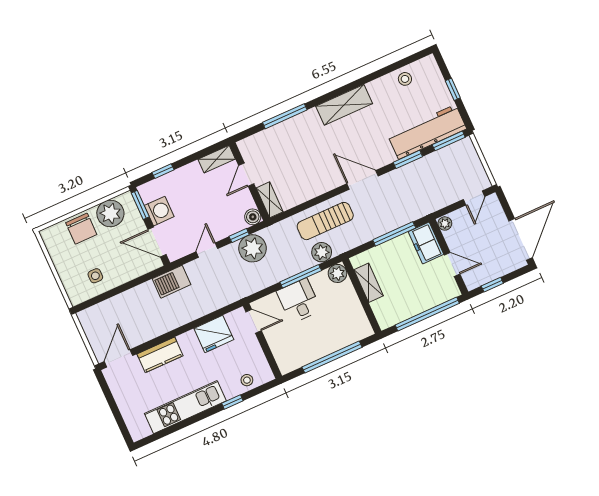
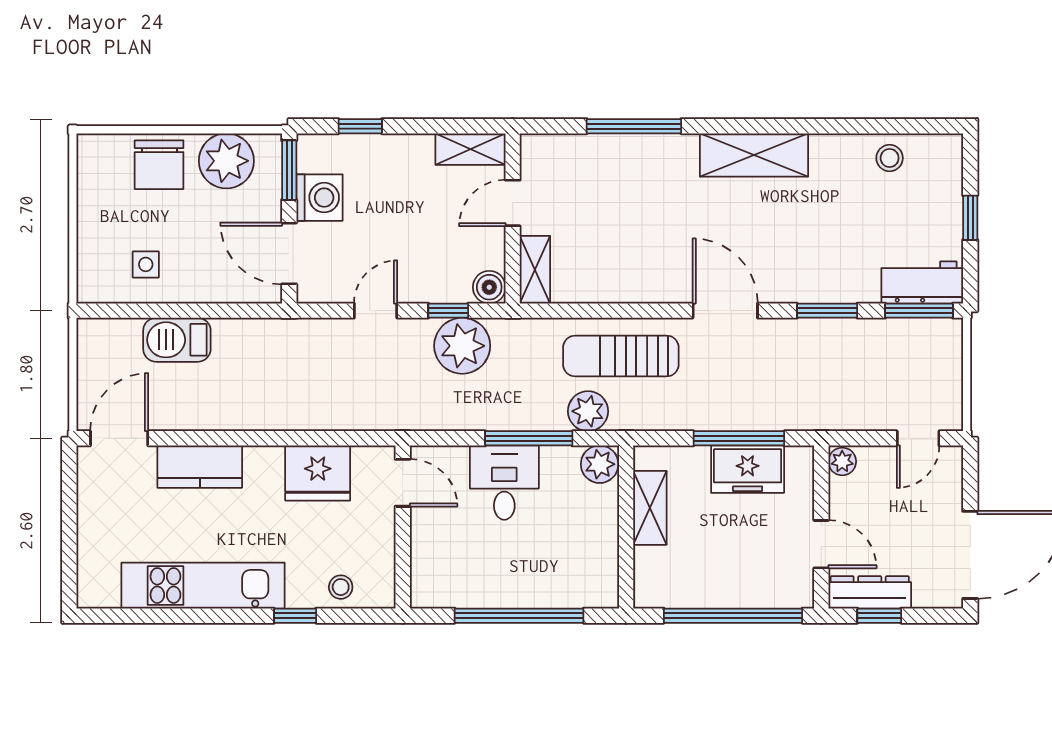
workbench: (427, 132) -> (922, 282), width x0.53, depth x0.76
freezer: (426, 243) -> (748, 469), moved, turned -90
dresser: (483, 276) -> (870, 592), added
barbecue: (172, 282) -> (177, 340), moved

